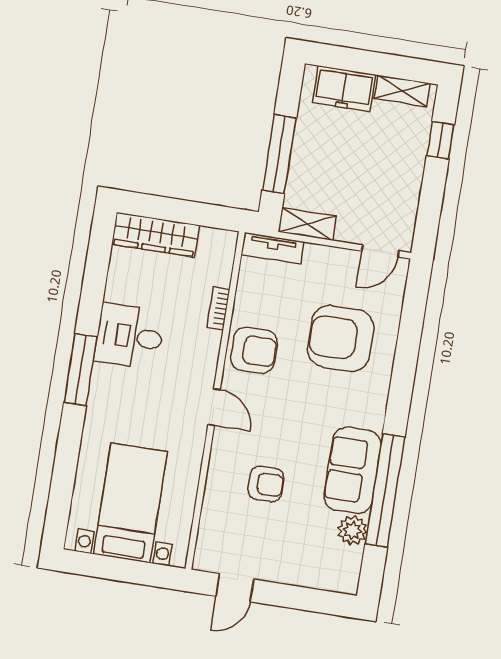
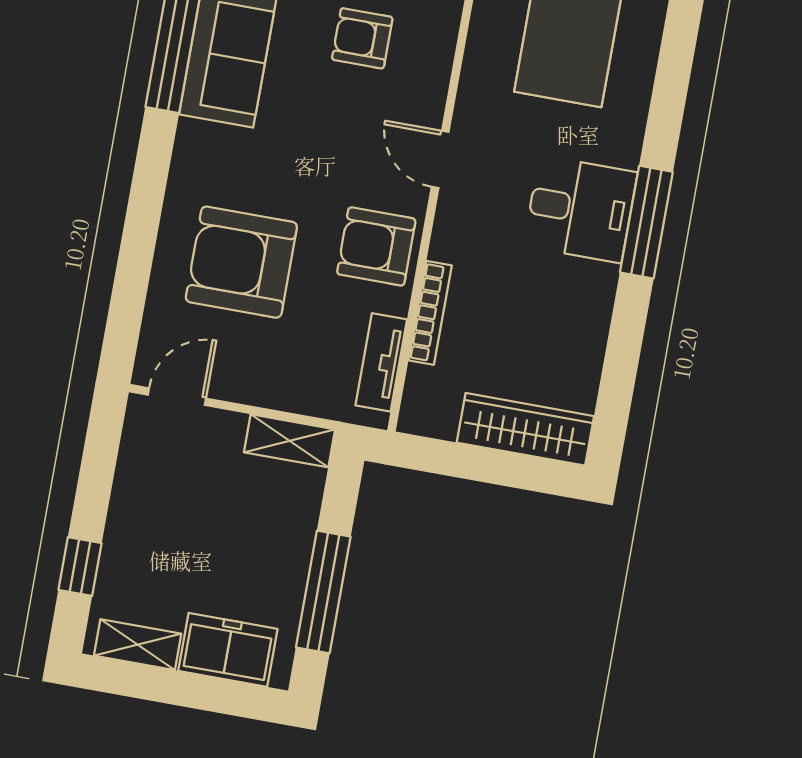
window: (279, 154) -> (323, 592), moved
tv unit: (273, 248) -> (381, 362), moved, turned -90
bookcase: (219, 308) -> (430, 313), width x1.56
desk: (130, 336) -> (580, 209), moved
armchair: (341, 338) -> (241, 262), turned 180

